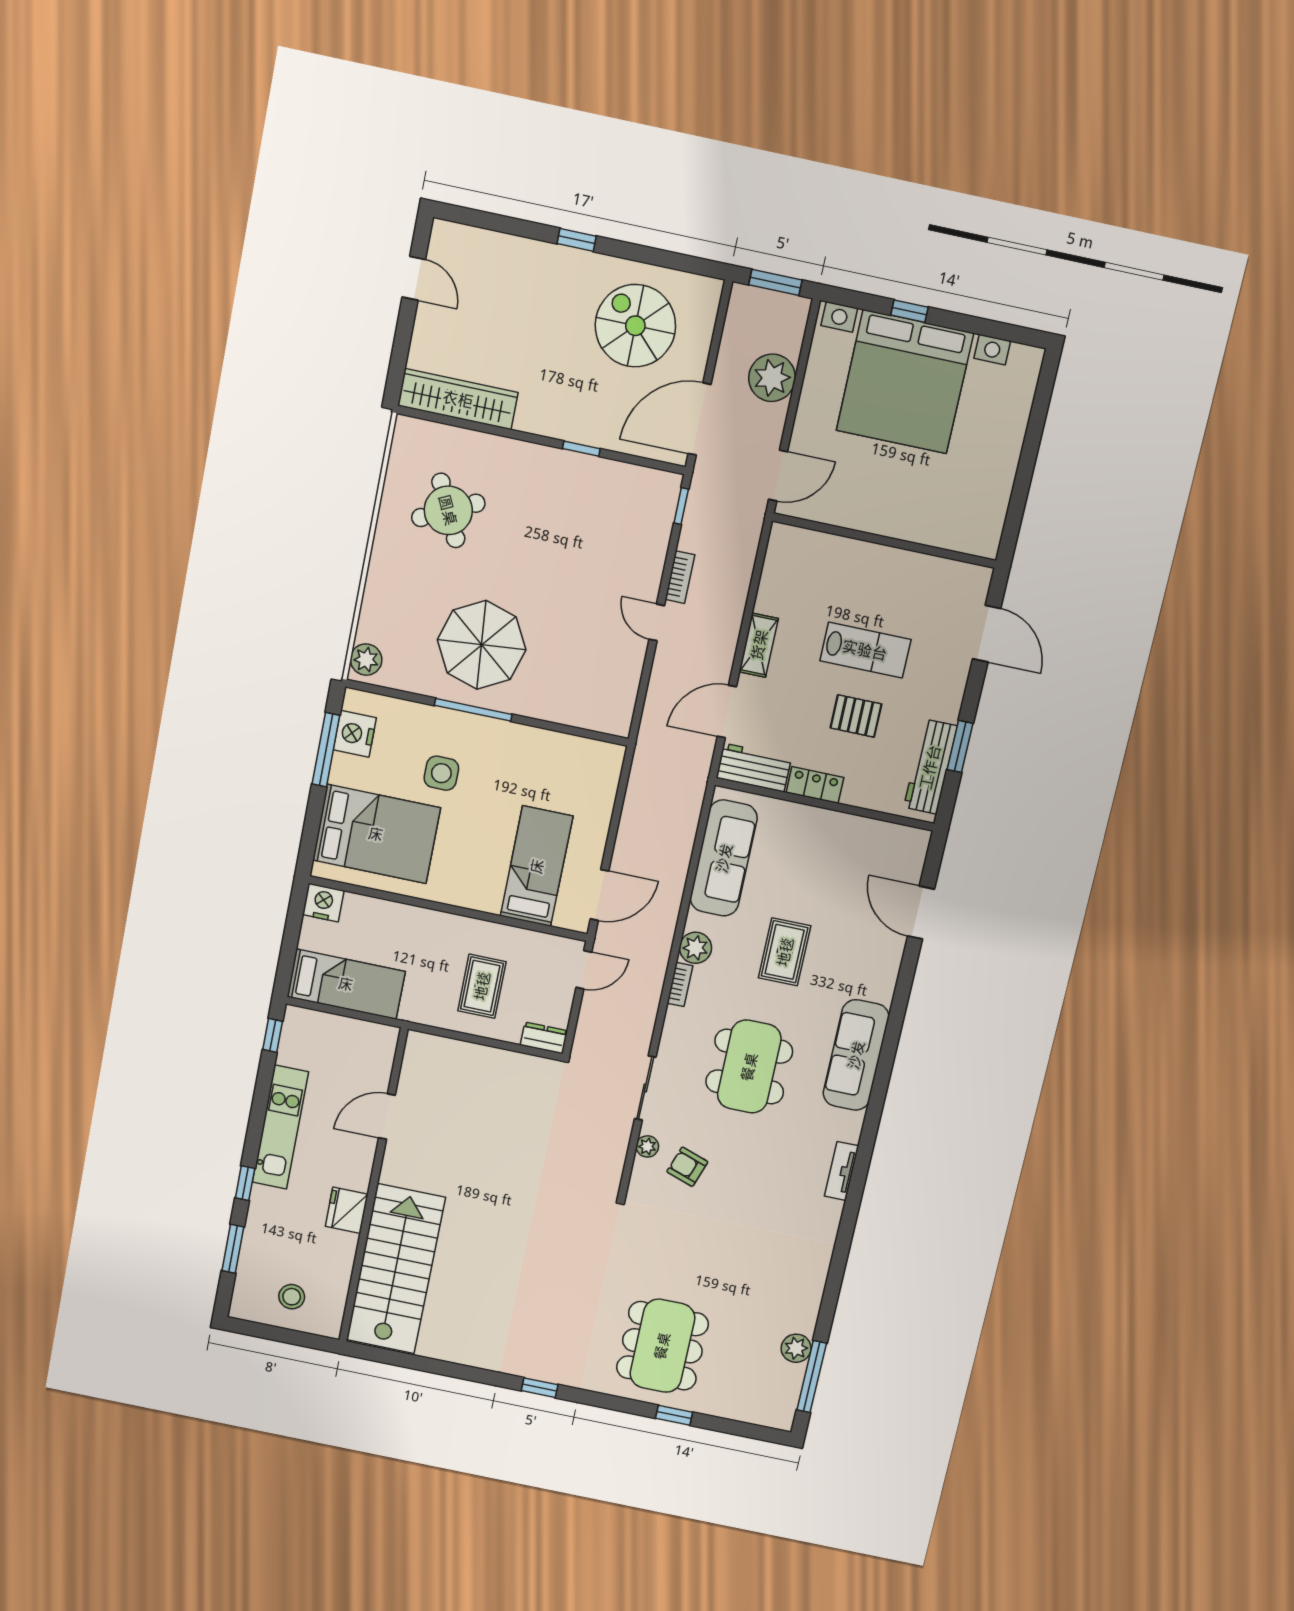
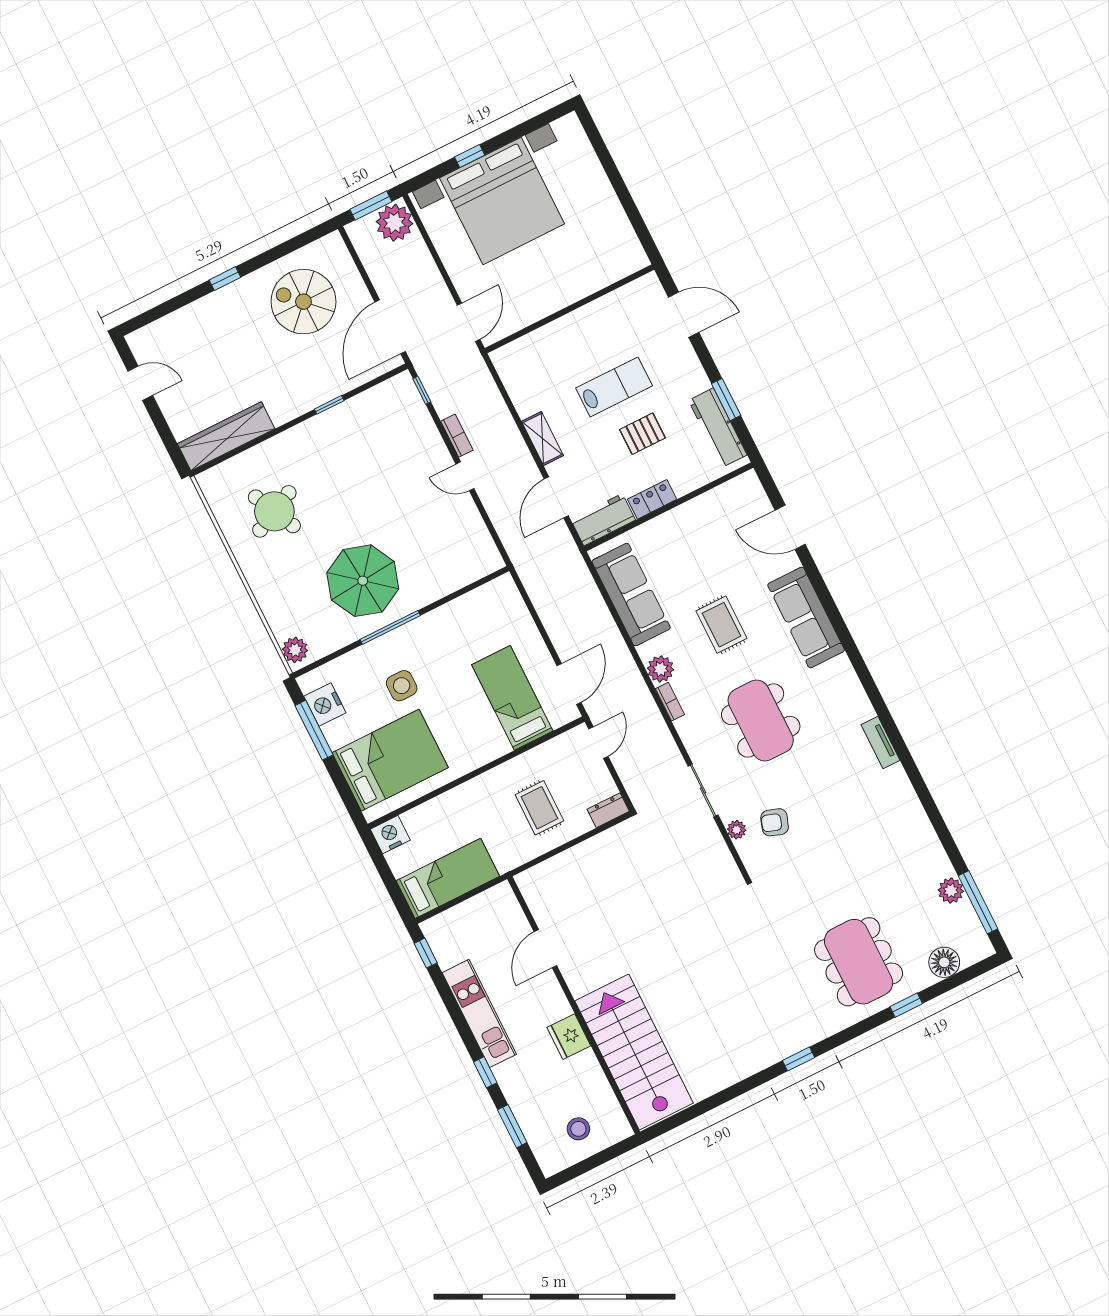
plant: (772, 378) -> (395, 223), moved
sofa: (856, 1055) -> (806, 617), moved
floor lamp: (738, 1405) -> (944, 962), added

